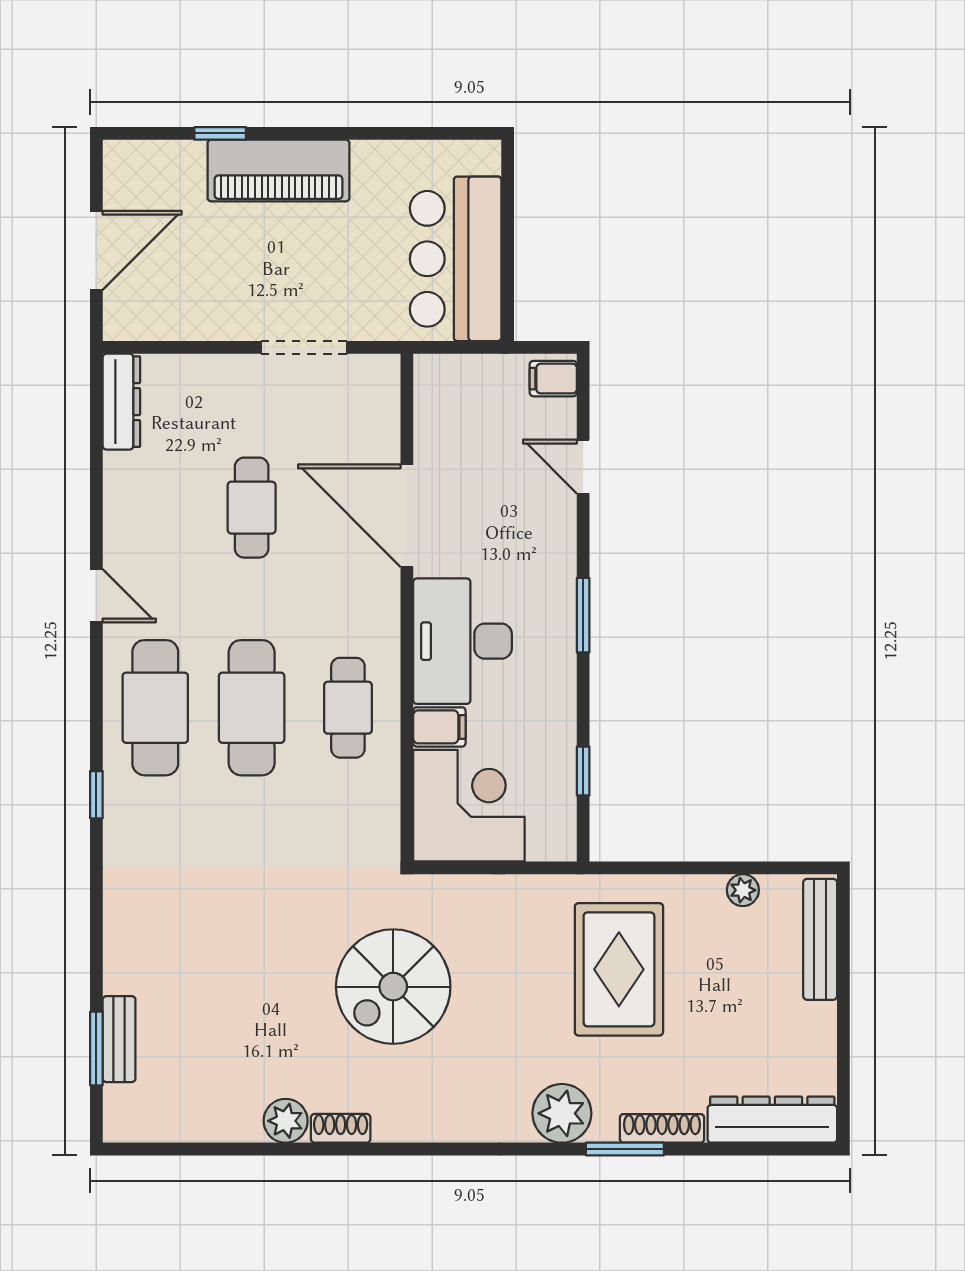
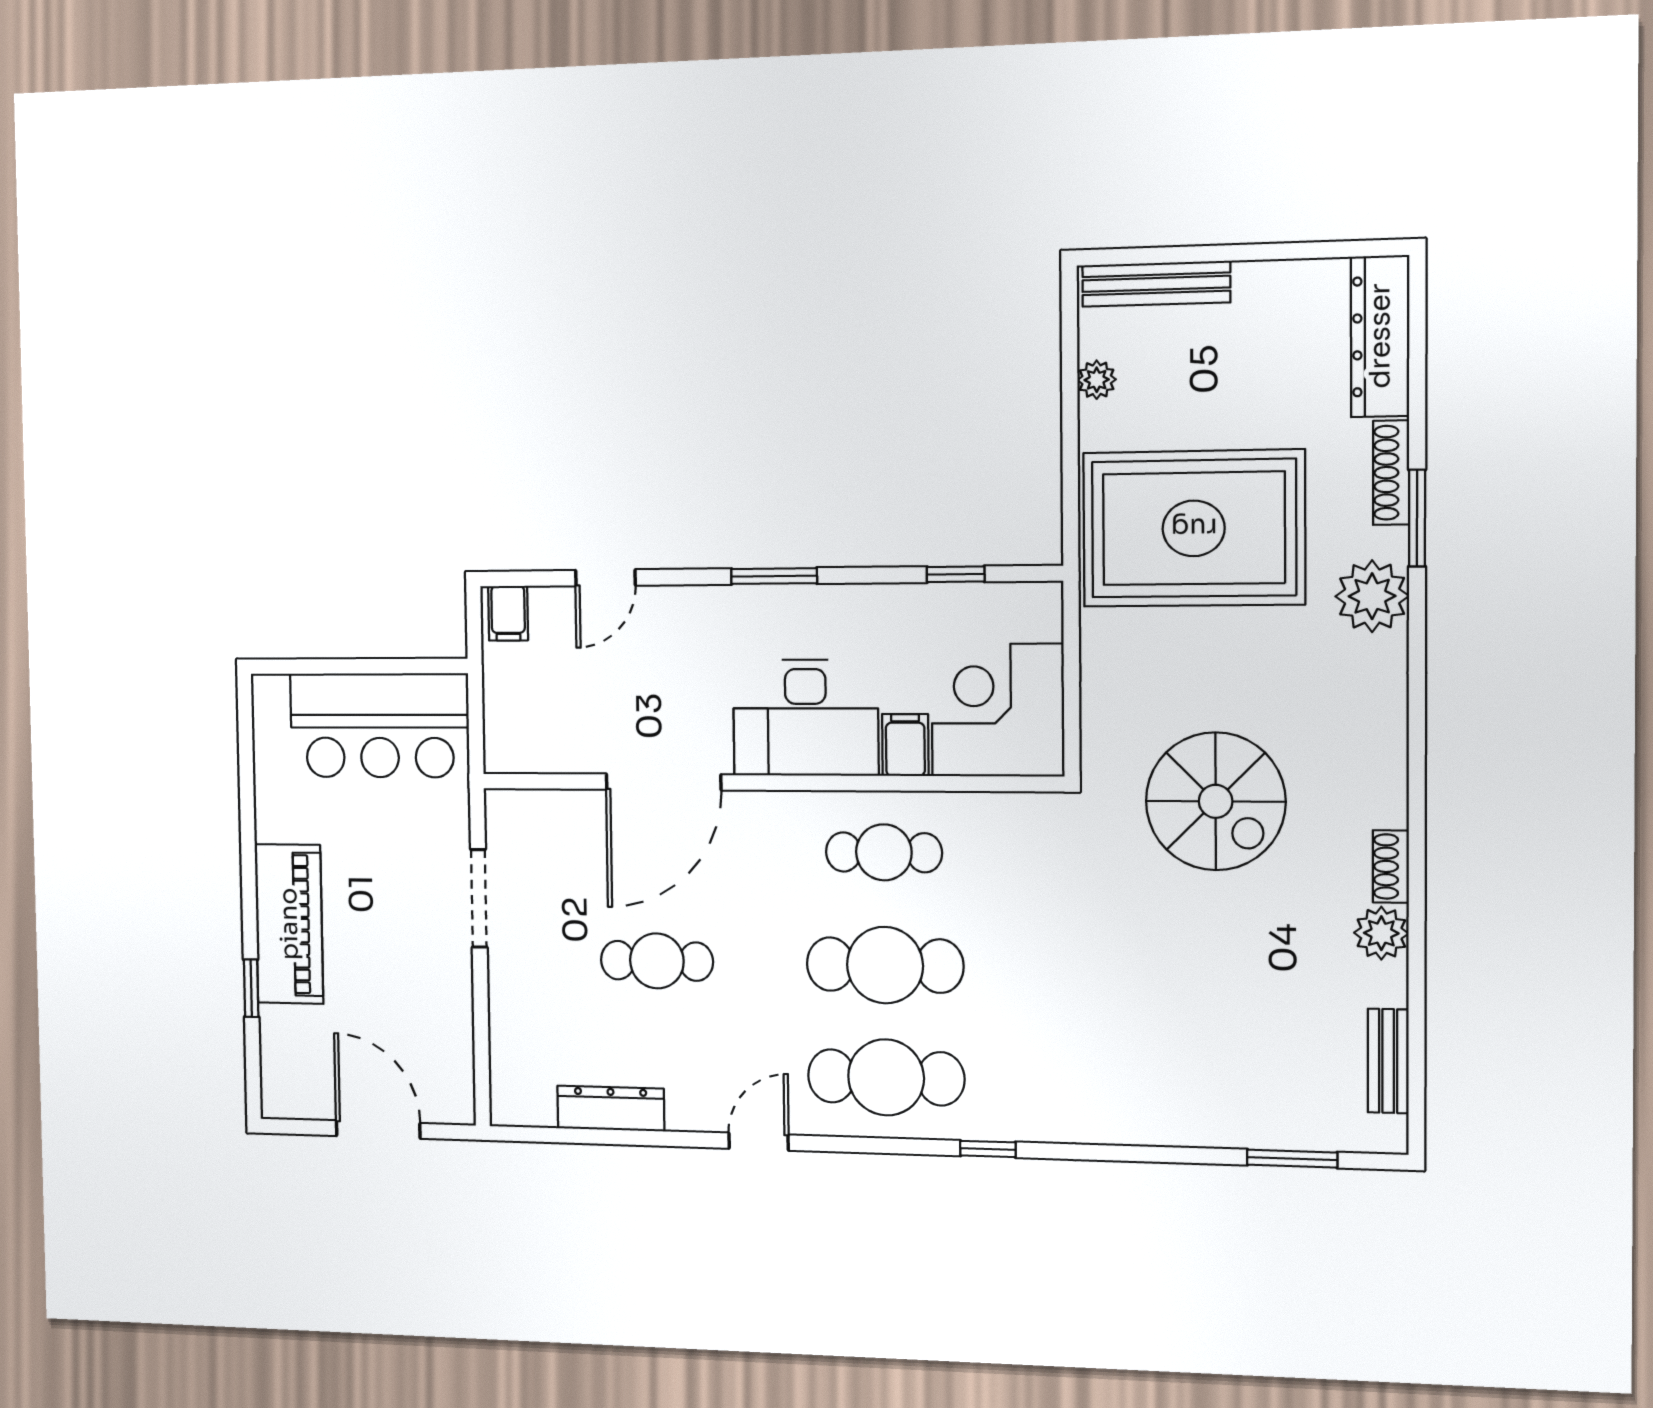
dresser: (121, 402) -> (611, 1109), moved
rug: (619, 969) -> (1194, 528), width x1.37, depth x1.44
bench: (119, 1039) -> (1388, 1061), moved, turned 90

